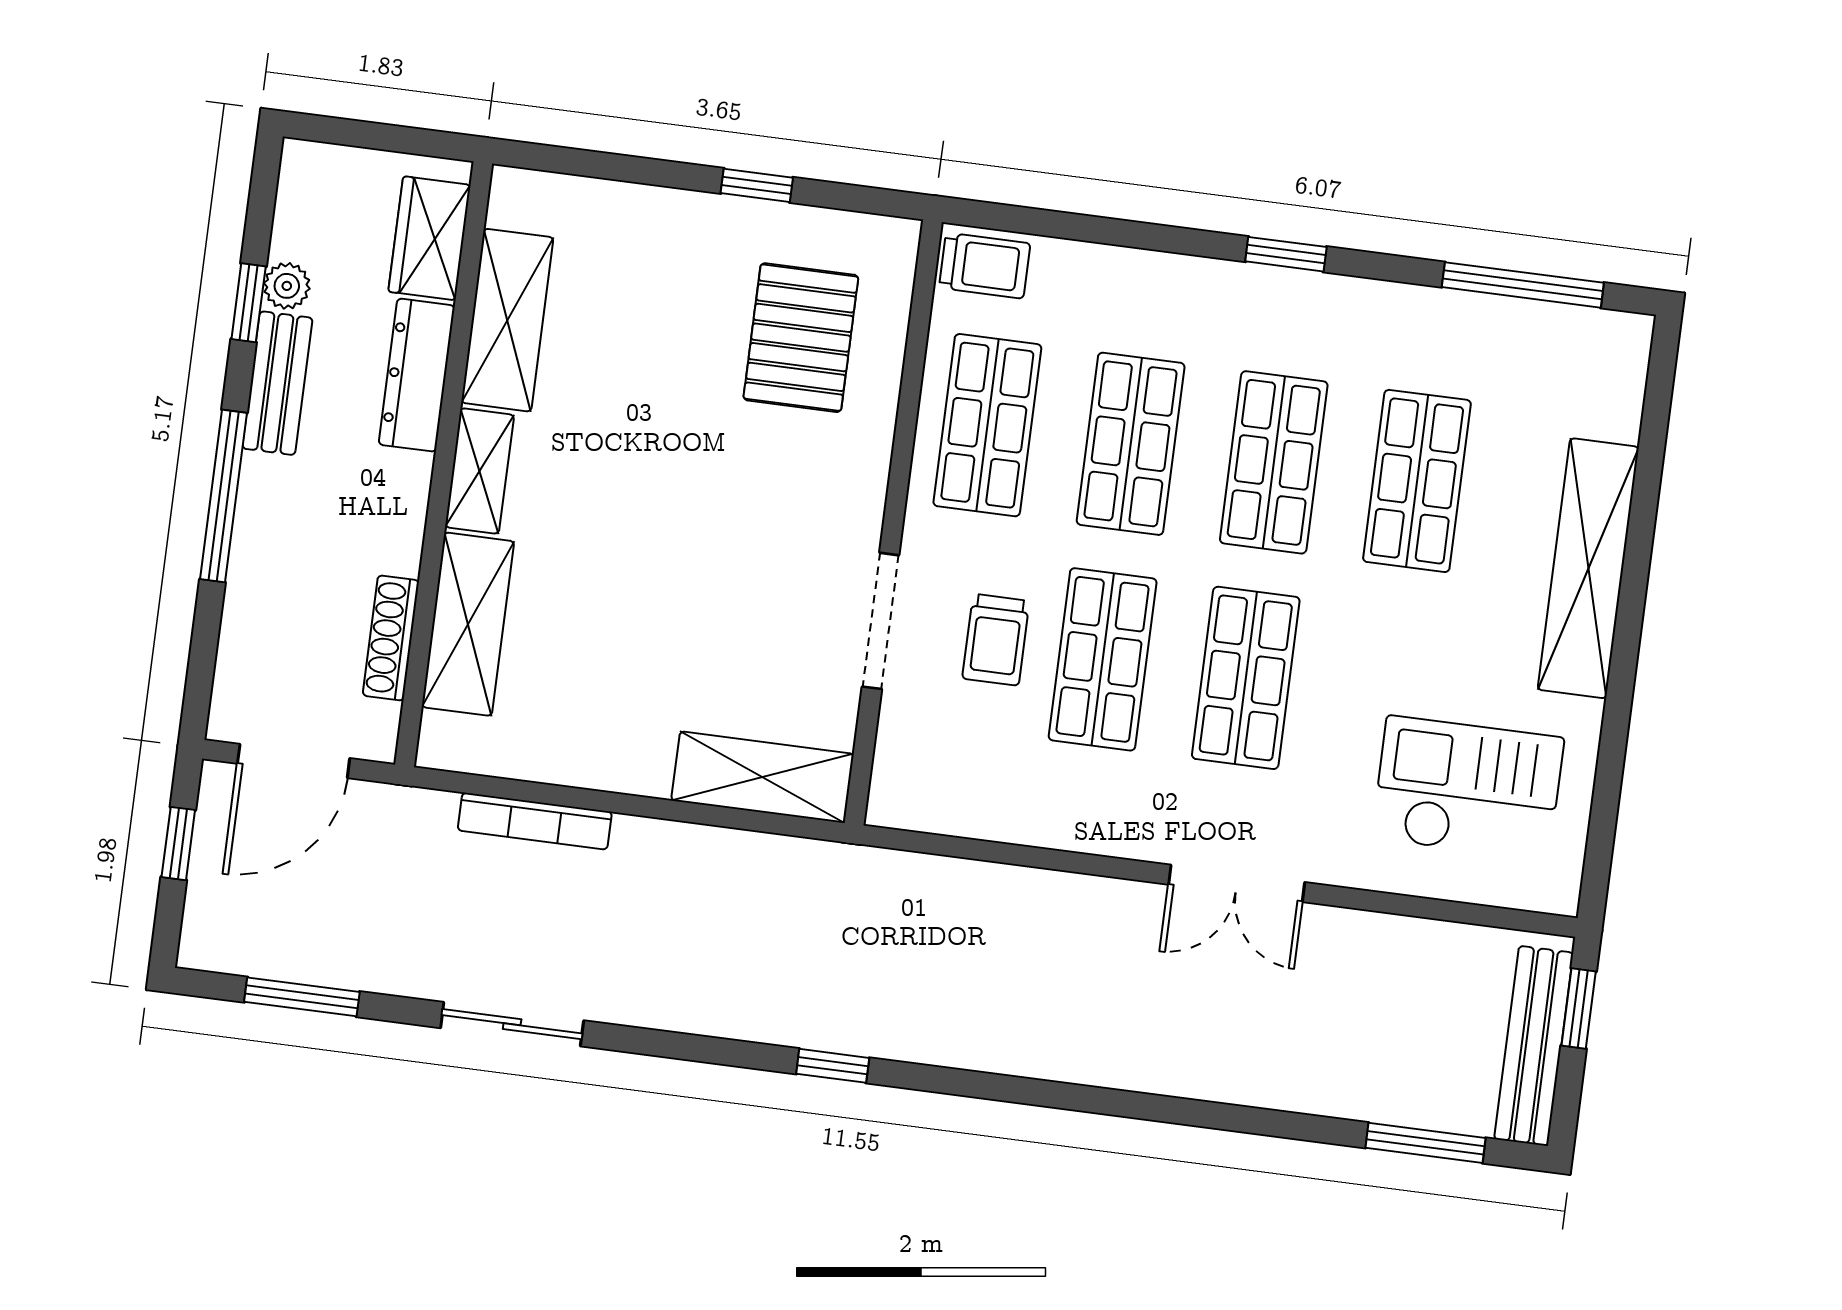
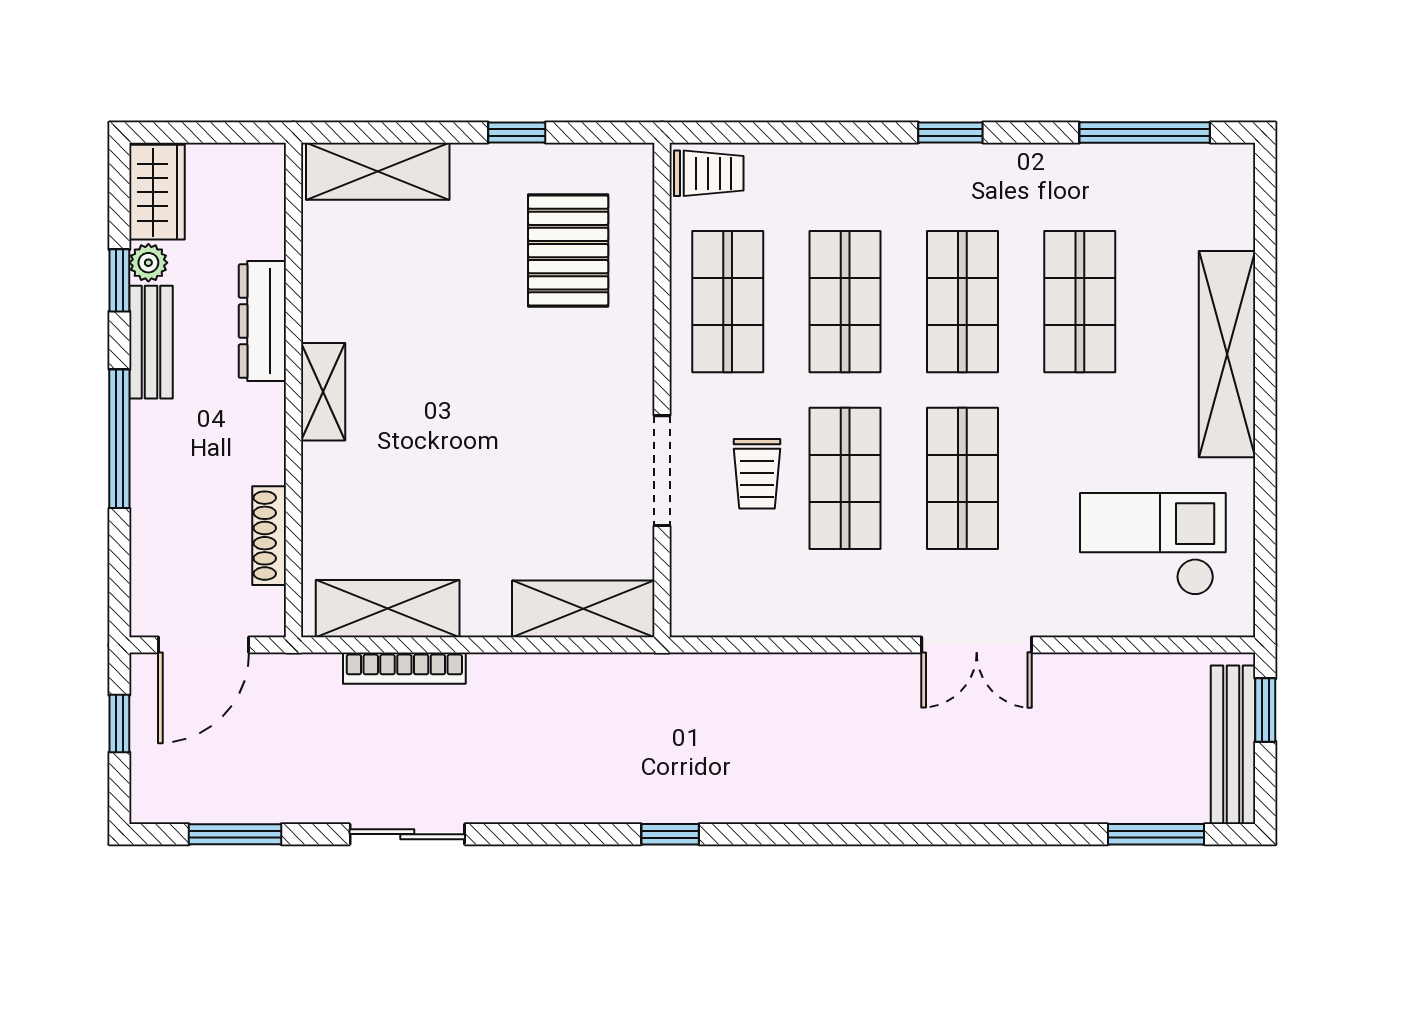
wardrobe: (429, 238) -> (157, 192), moved, turned 180
shelving: (507, 320) -> (378, 171), moved, turned 90
shelving: (468, 624) -> (388, 609), moved, turned 90

